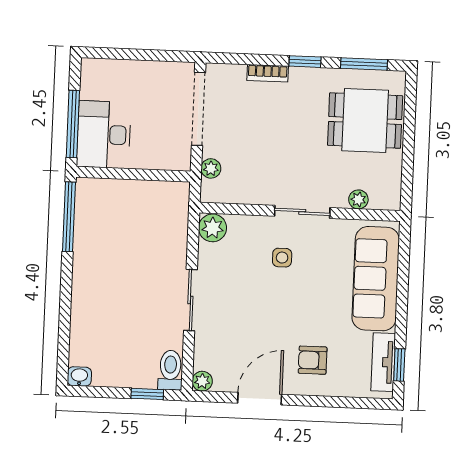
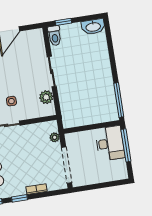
plant: (213, 228) -> (46, 97), moved
washbasin: (79, 376) -> (93, 27), width x1.91, depth x1.45
plant: (202, 381) -> (38, 33), removed

